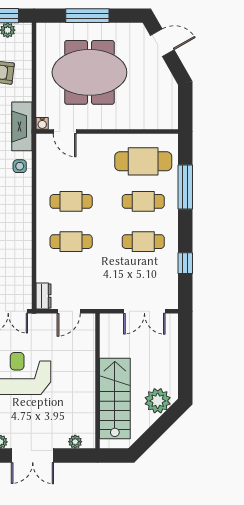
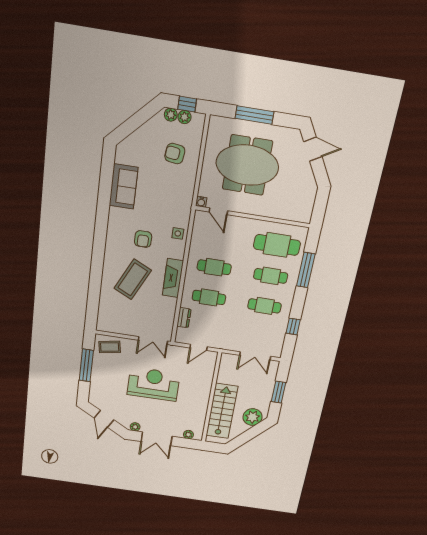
fireplace: (22, 126) -> (173, 278), moved
dresser: (44, 296) -> (184, 318), moved
window: (185, 358) -> (279, 392), added

